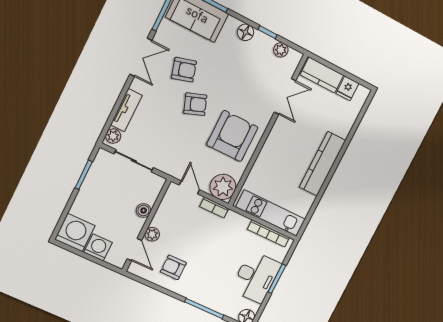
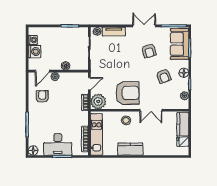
double door: (141, 57) -> (144, 26), swing flipped
double door: (285, 96) -> (151, 110), moved
armchair: (195, 104) -> (164, 76), moved
stool: (272, 158) -> (126, 120), added
kitchen counter: (322, 164) -> (130, 149), width x0.67
washing machine: (75, 233) -> (33, 40), width x0.53, depth x0.53

